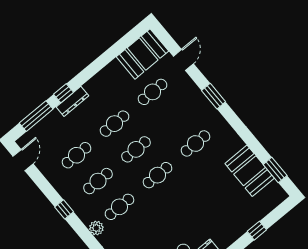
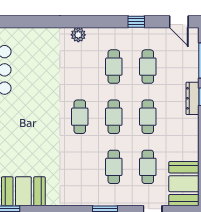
cafe table: (195, 143) -> (114, 167), moved
cafe table: (119, 207) -> (80, 67), removed
window: (64, 209) -> (136, 22), moved

